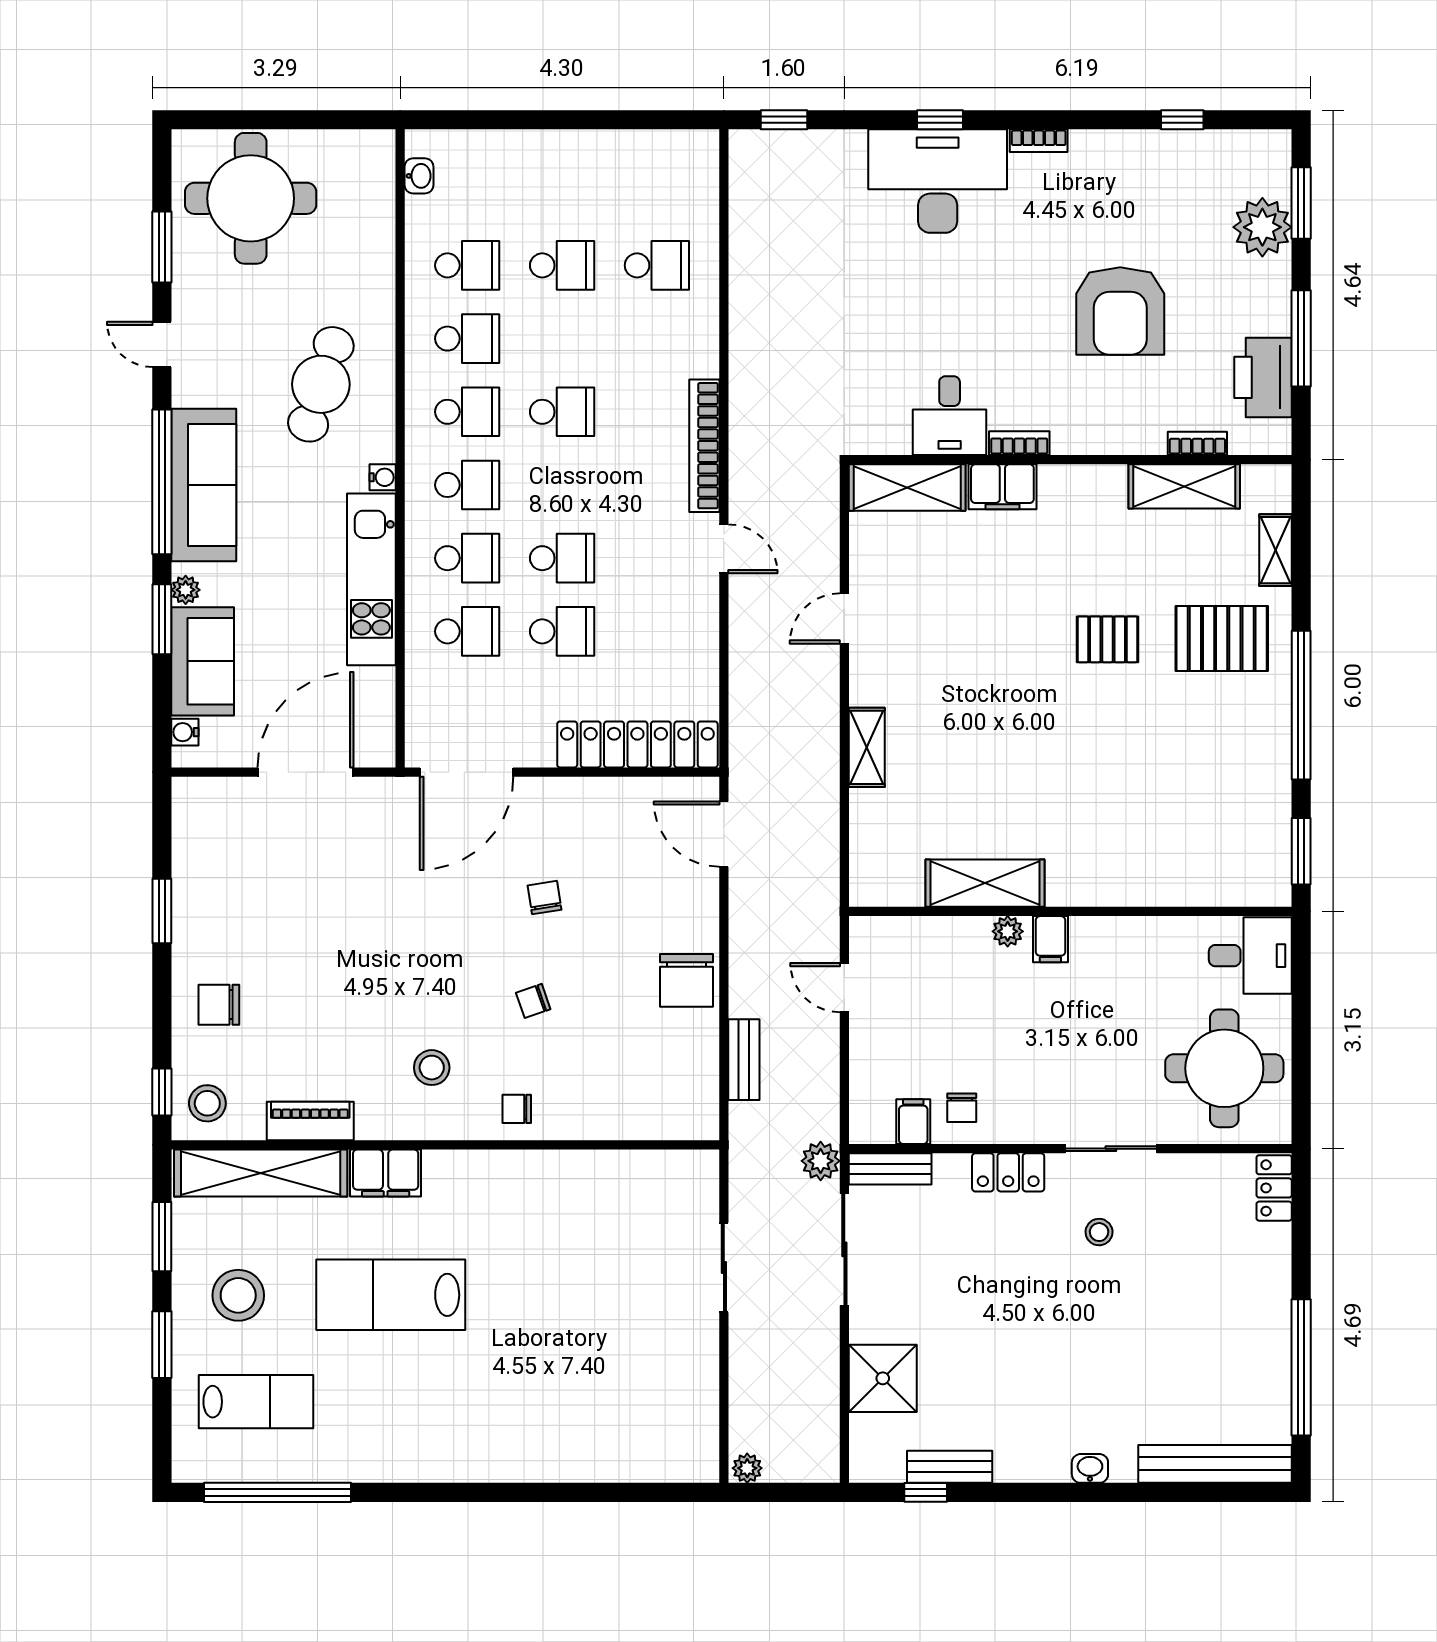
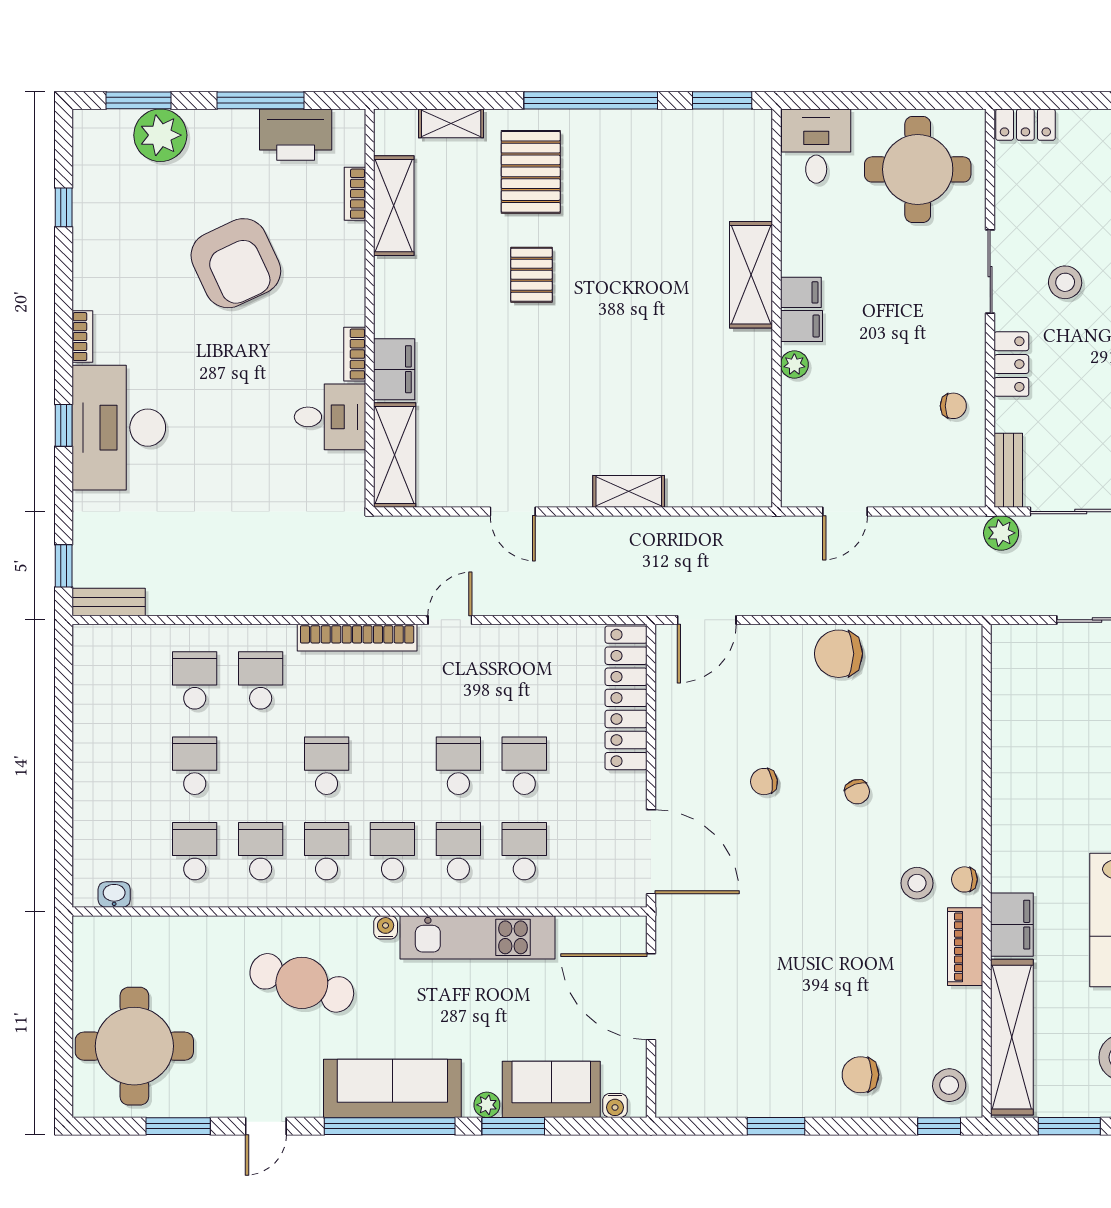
armchair: (1120, 311) -> (236, 263), turned 65
school desk: (657, 339) -> (261, 680), added
shelving: (985, 883) -> (751, 275), moved
chair: (687, 980) -> (839, 654), turned 180
chair: (219, 1005) -> (860, 1075), turned 90
bench: (744, 1060) -> (109, 602), moved
chair: (517, 1109) -> (964, 879), moved, turned 90
piano: (310, 1121) -> (965, 947), moved
filing cabinet: (913, 1122) -> (801, 292), moved, turned 180
stool: (1099, 1232) -> (1065, 282), width x1.37, depth x1.37

